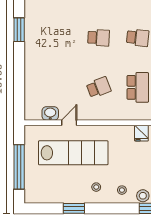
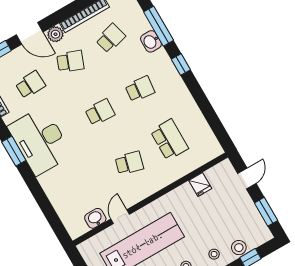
desk: (43, 33) -> (40, 141), added
school desk: (99, 87) -> (129, 163), turned 36

